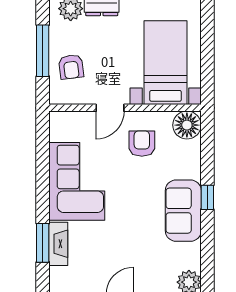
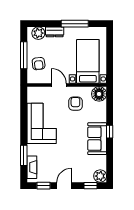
door: (110, 108) -> (59, 85), swing flipped
fireplace: (58, 244) -> (32, 167), moved

